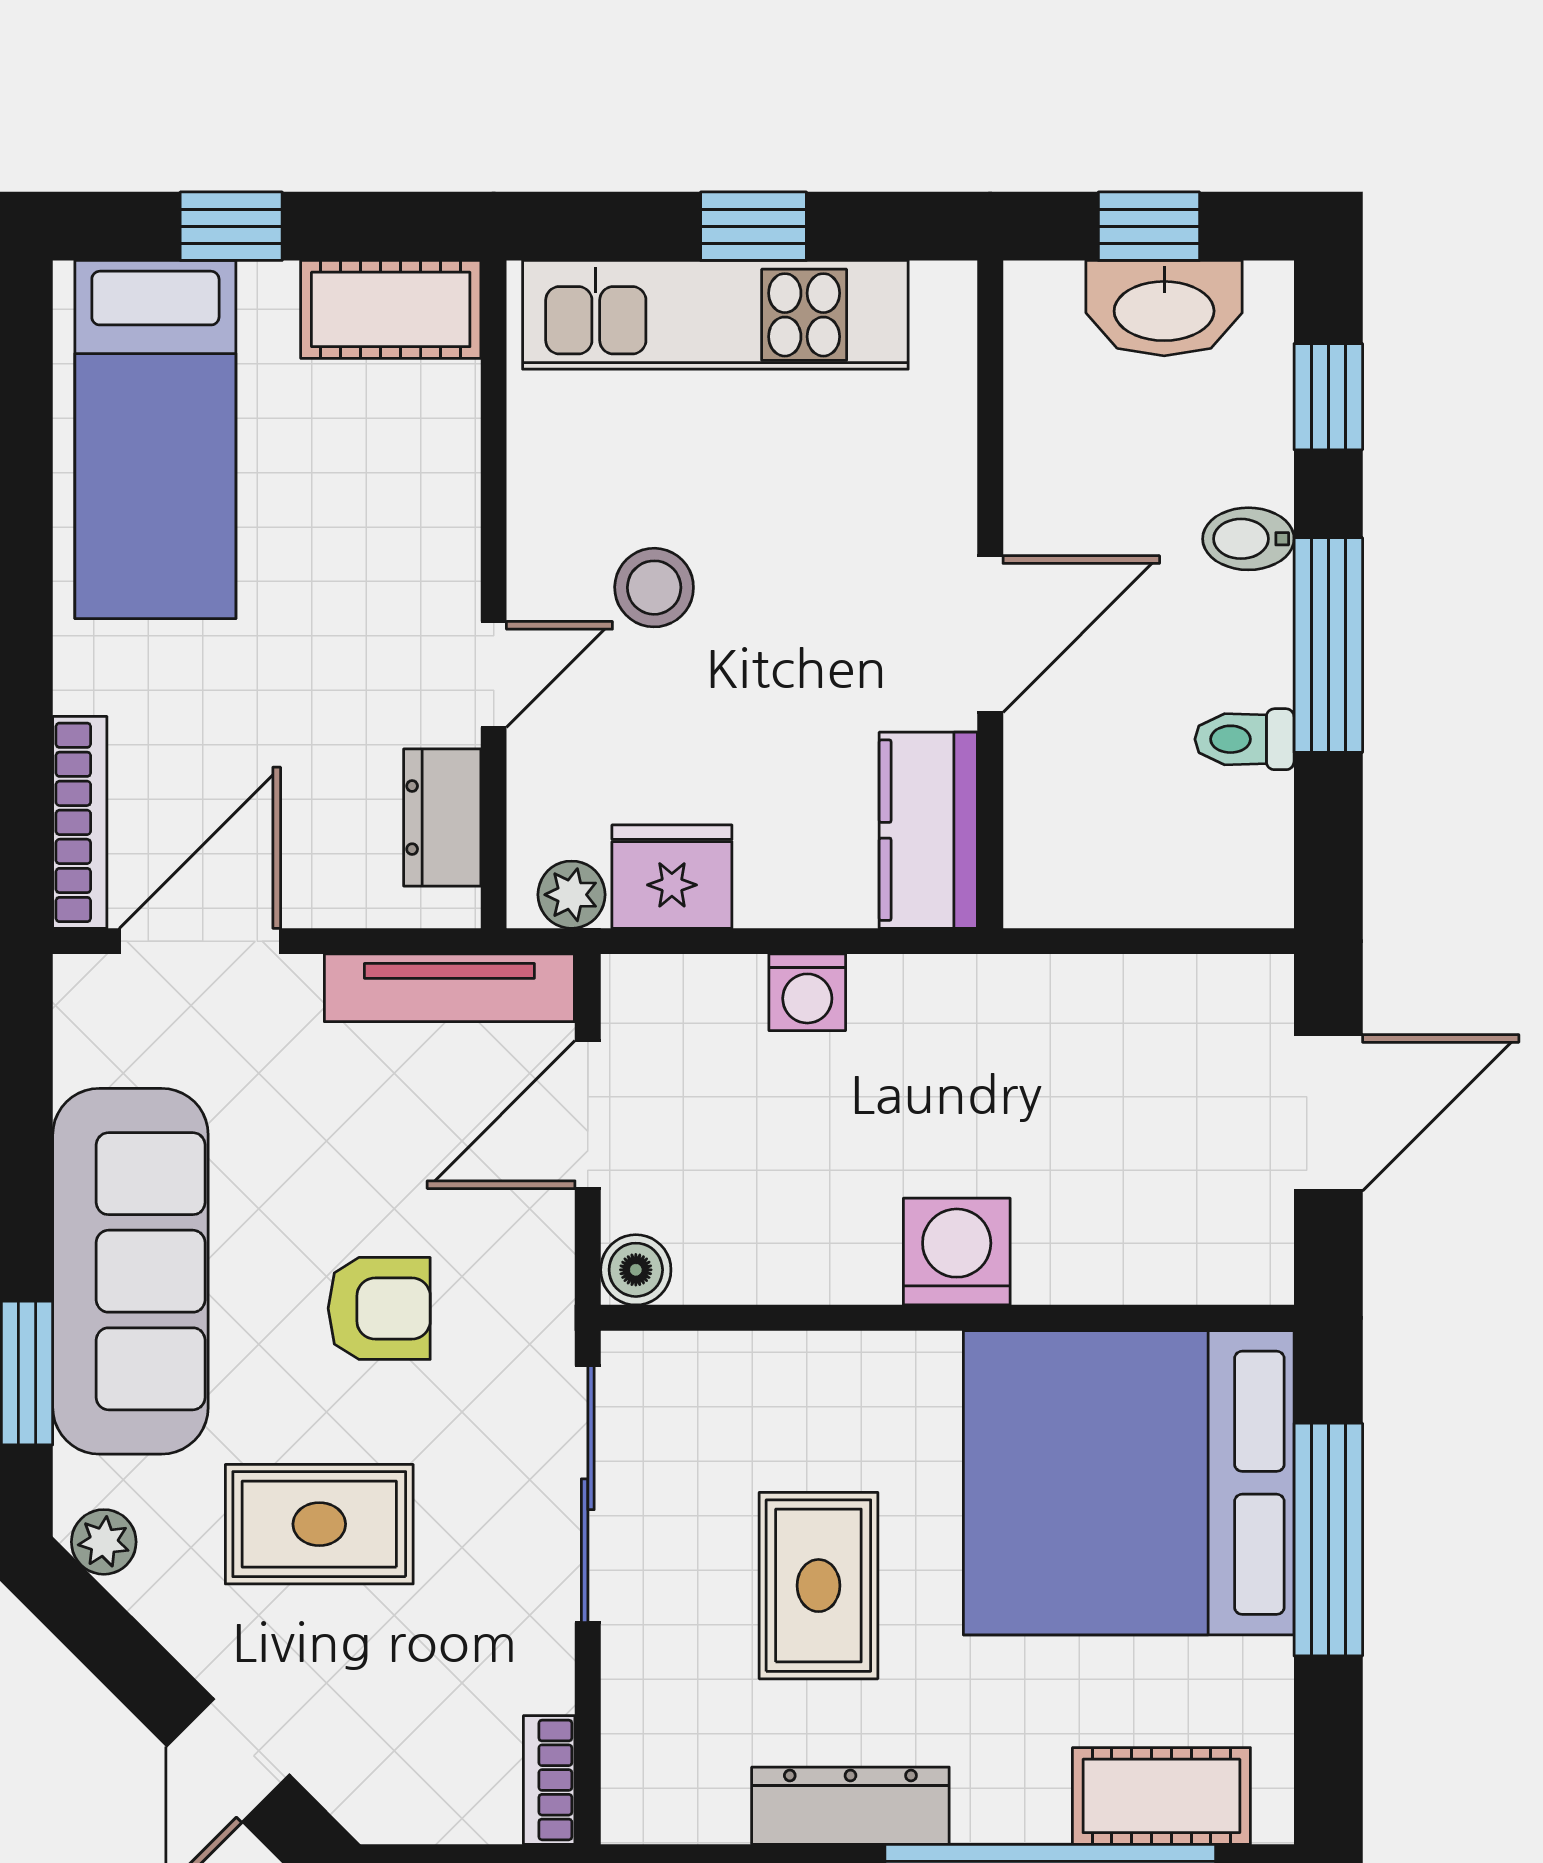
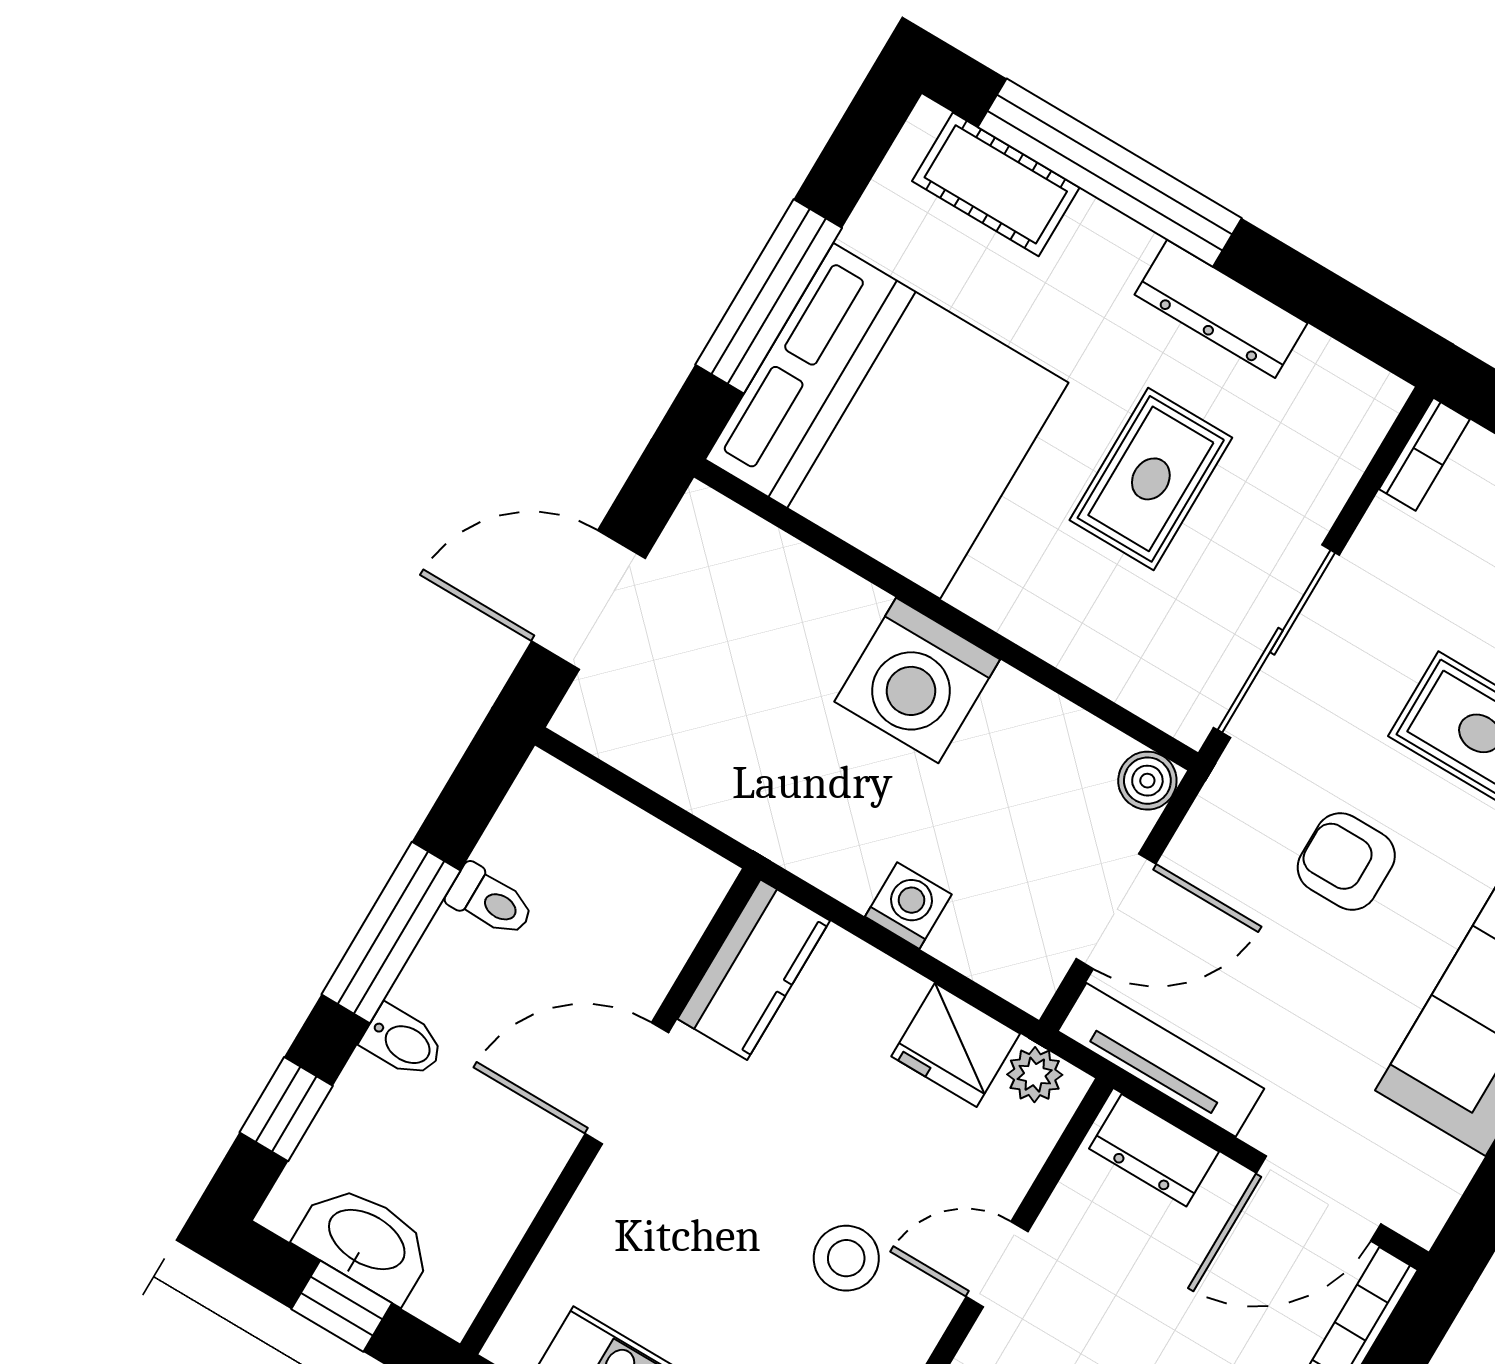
dresser: (442, 818) -> (1154, 1150), moved, turned 90
washing machine: (957, 1252) -> (917, 680), width x1.37, depth x1.37

